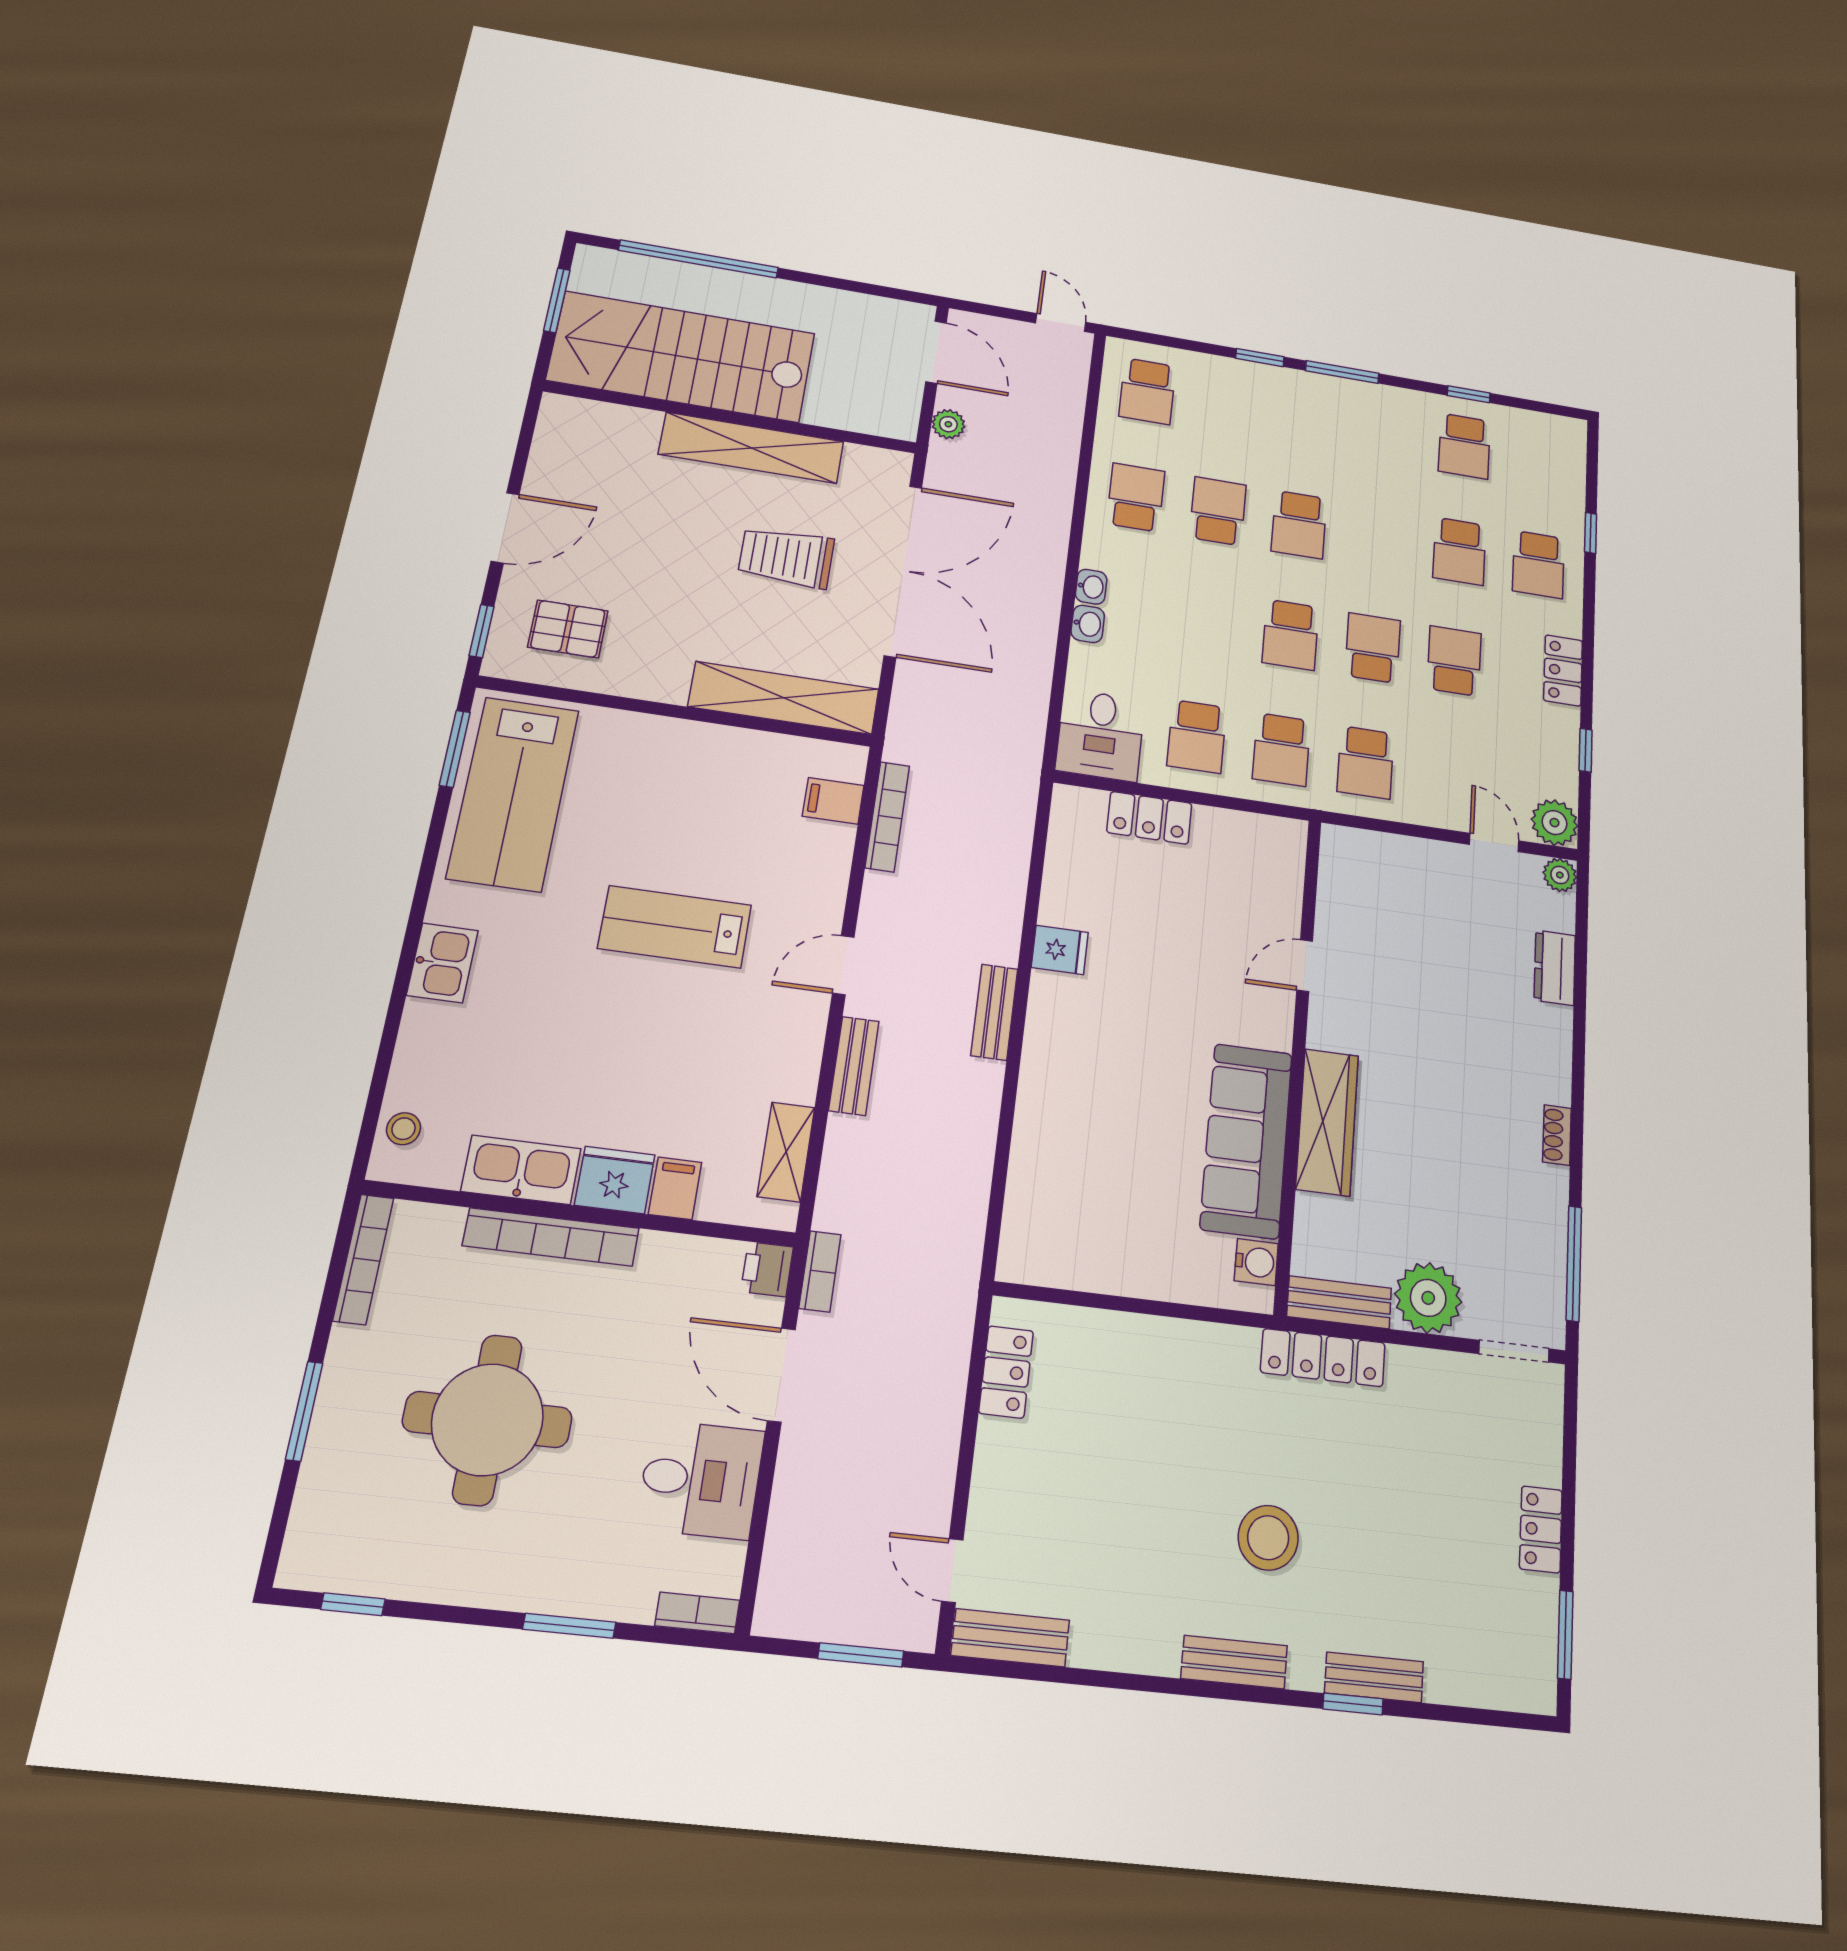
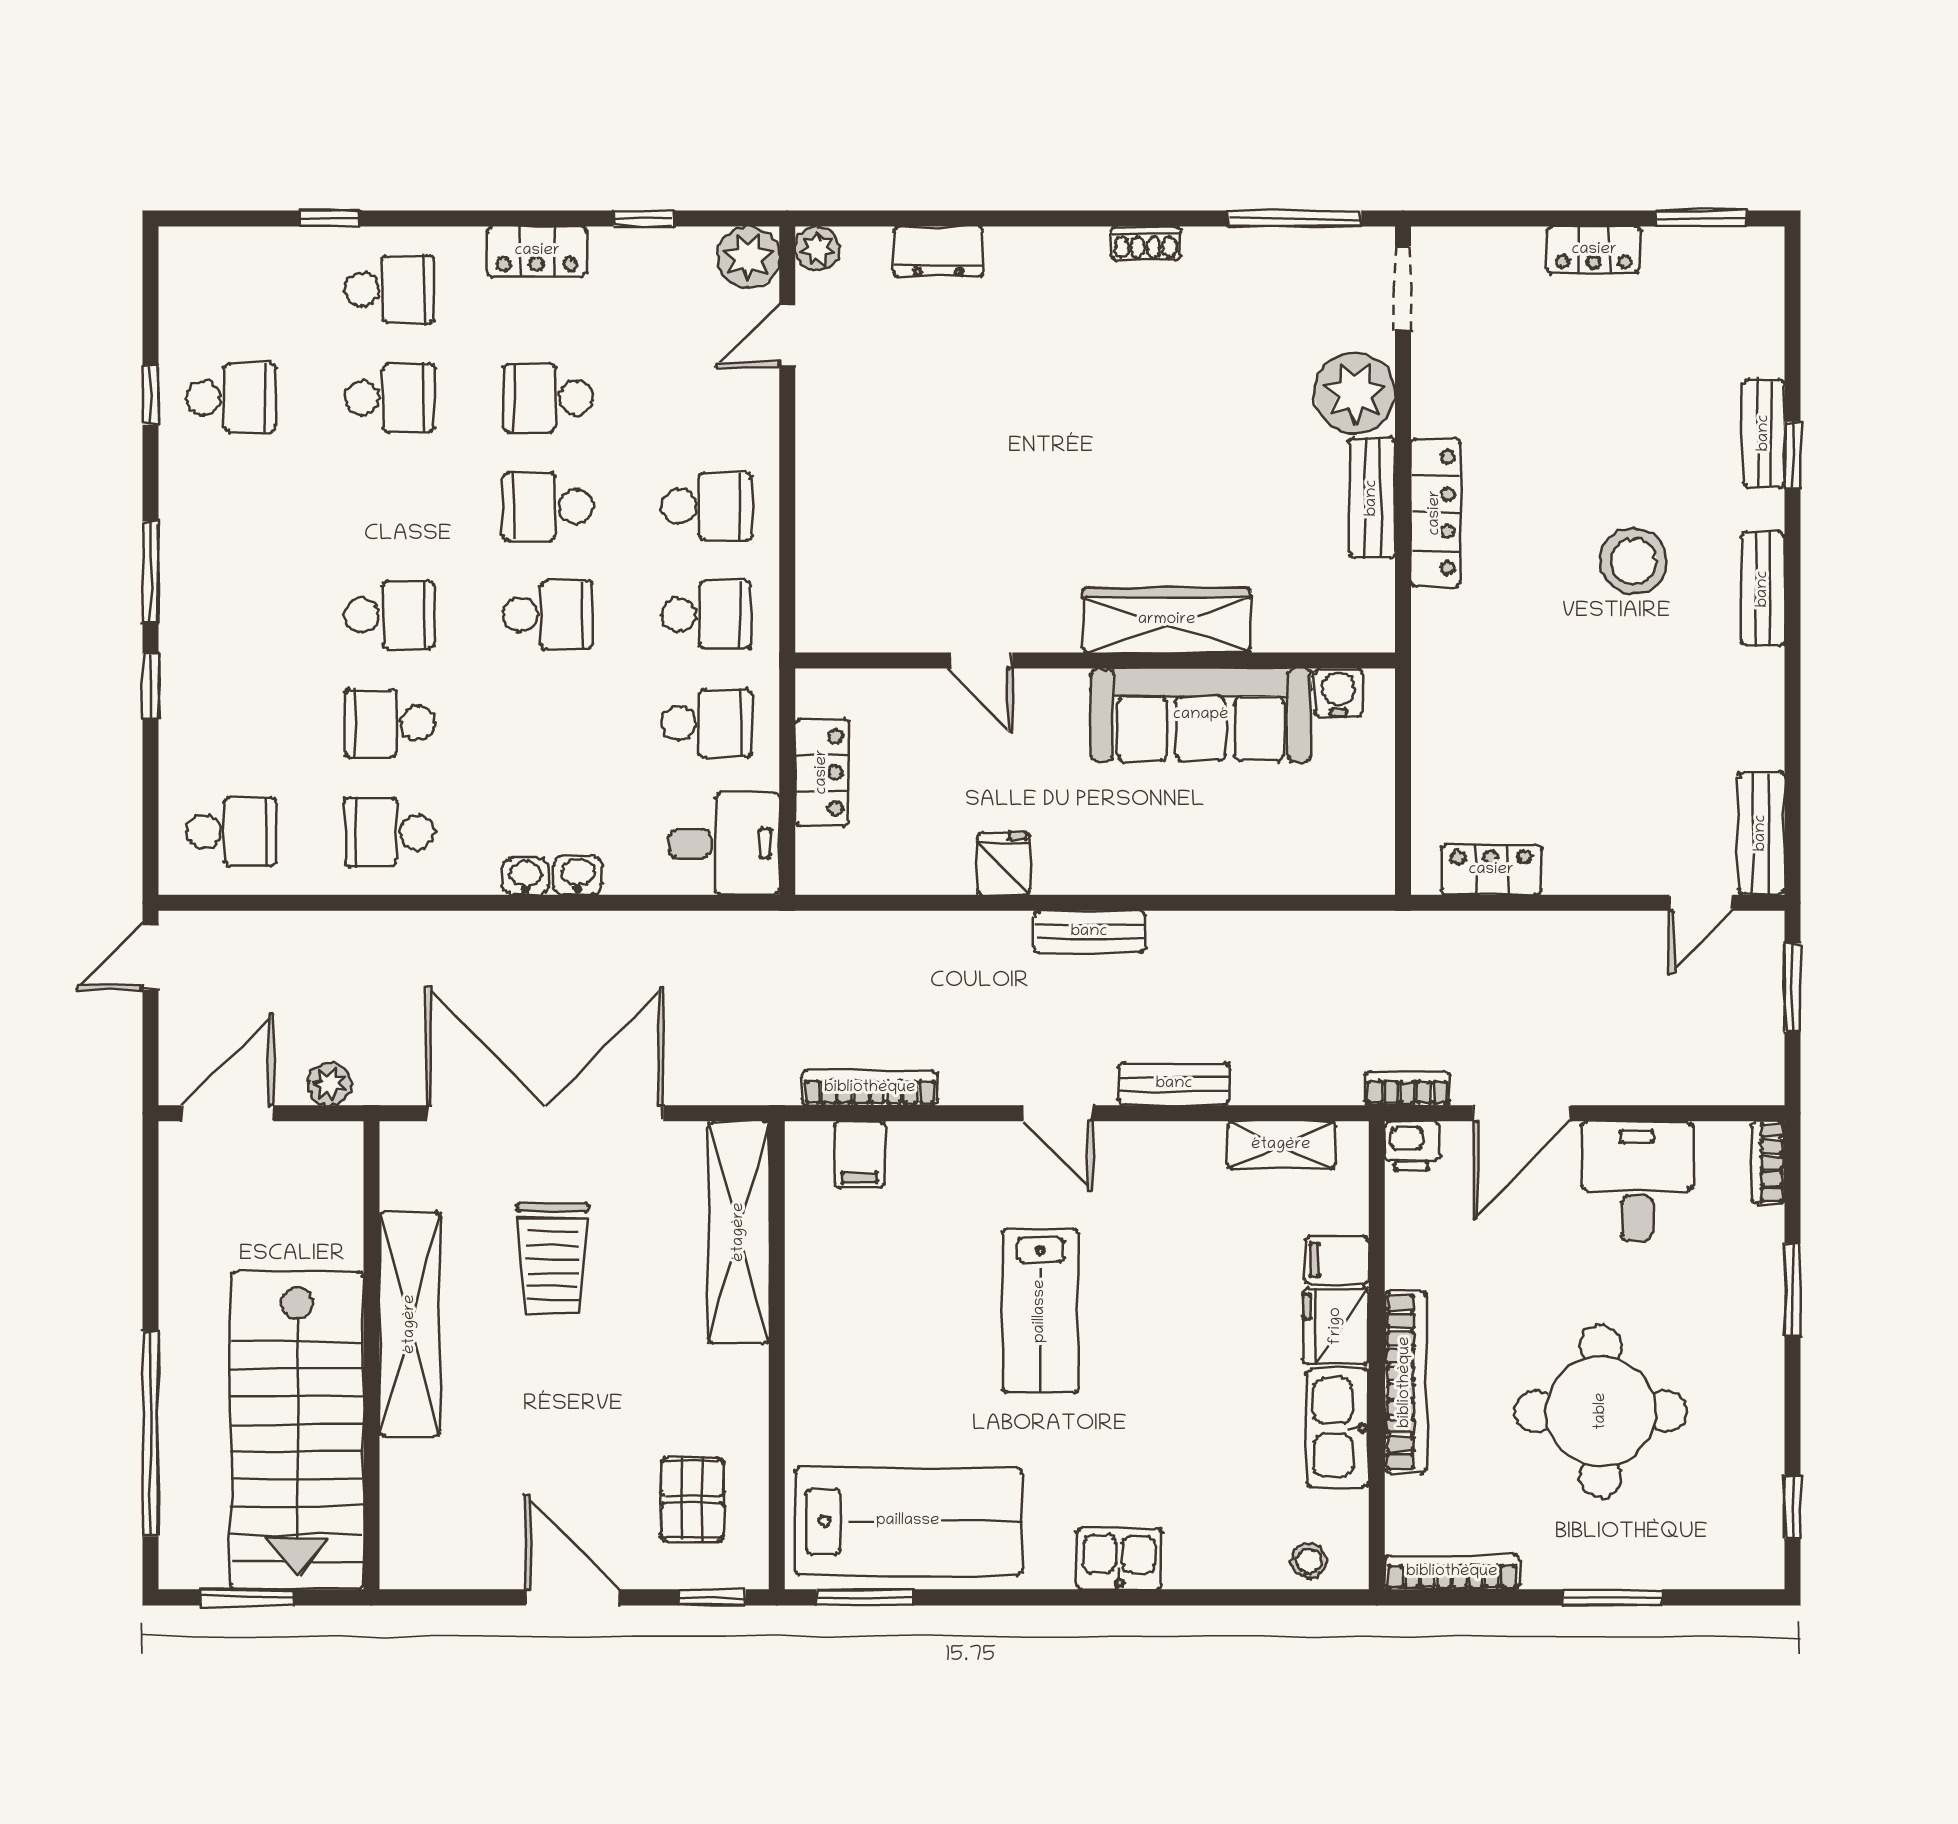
door: (1305, 966) -> (981, 661), moved
wall: (1298, 1058) -> (1095, 661), moved
wardrobe: (1327, 1122) -> (1167, 620), moved
sofa: (1246, 1140) -> (1201, 715), moved
water cooler: (1256, 1262) -> (1339, 692), moved

